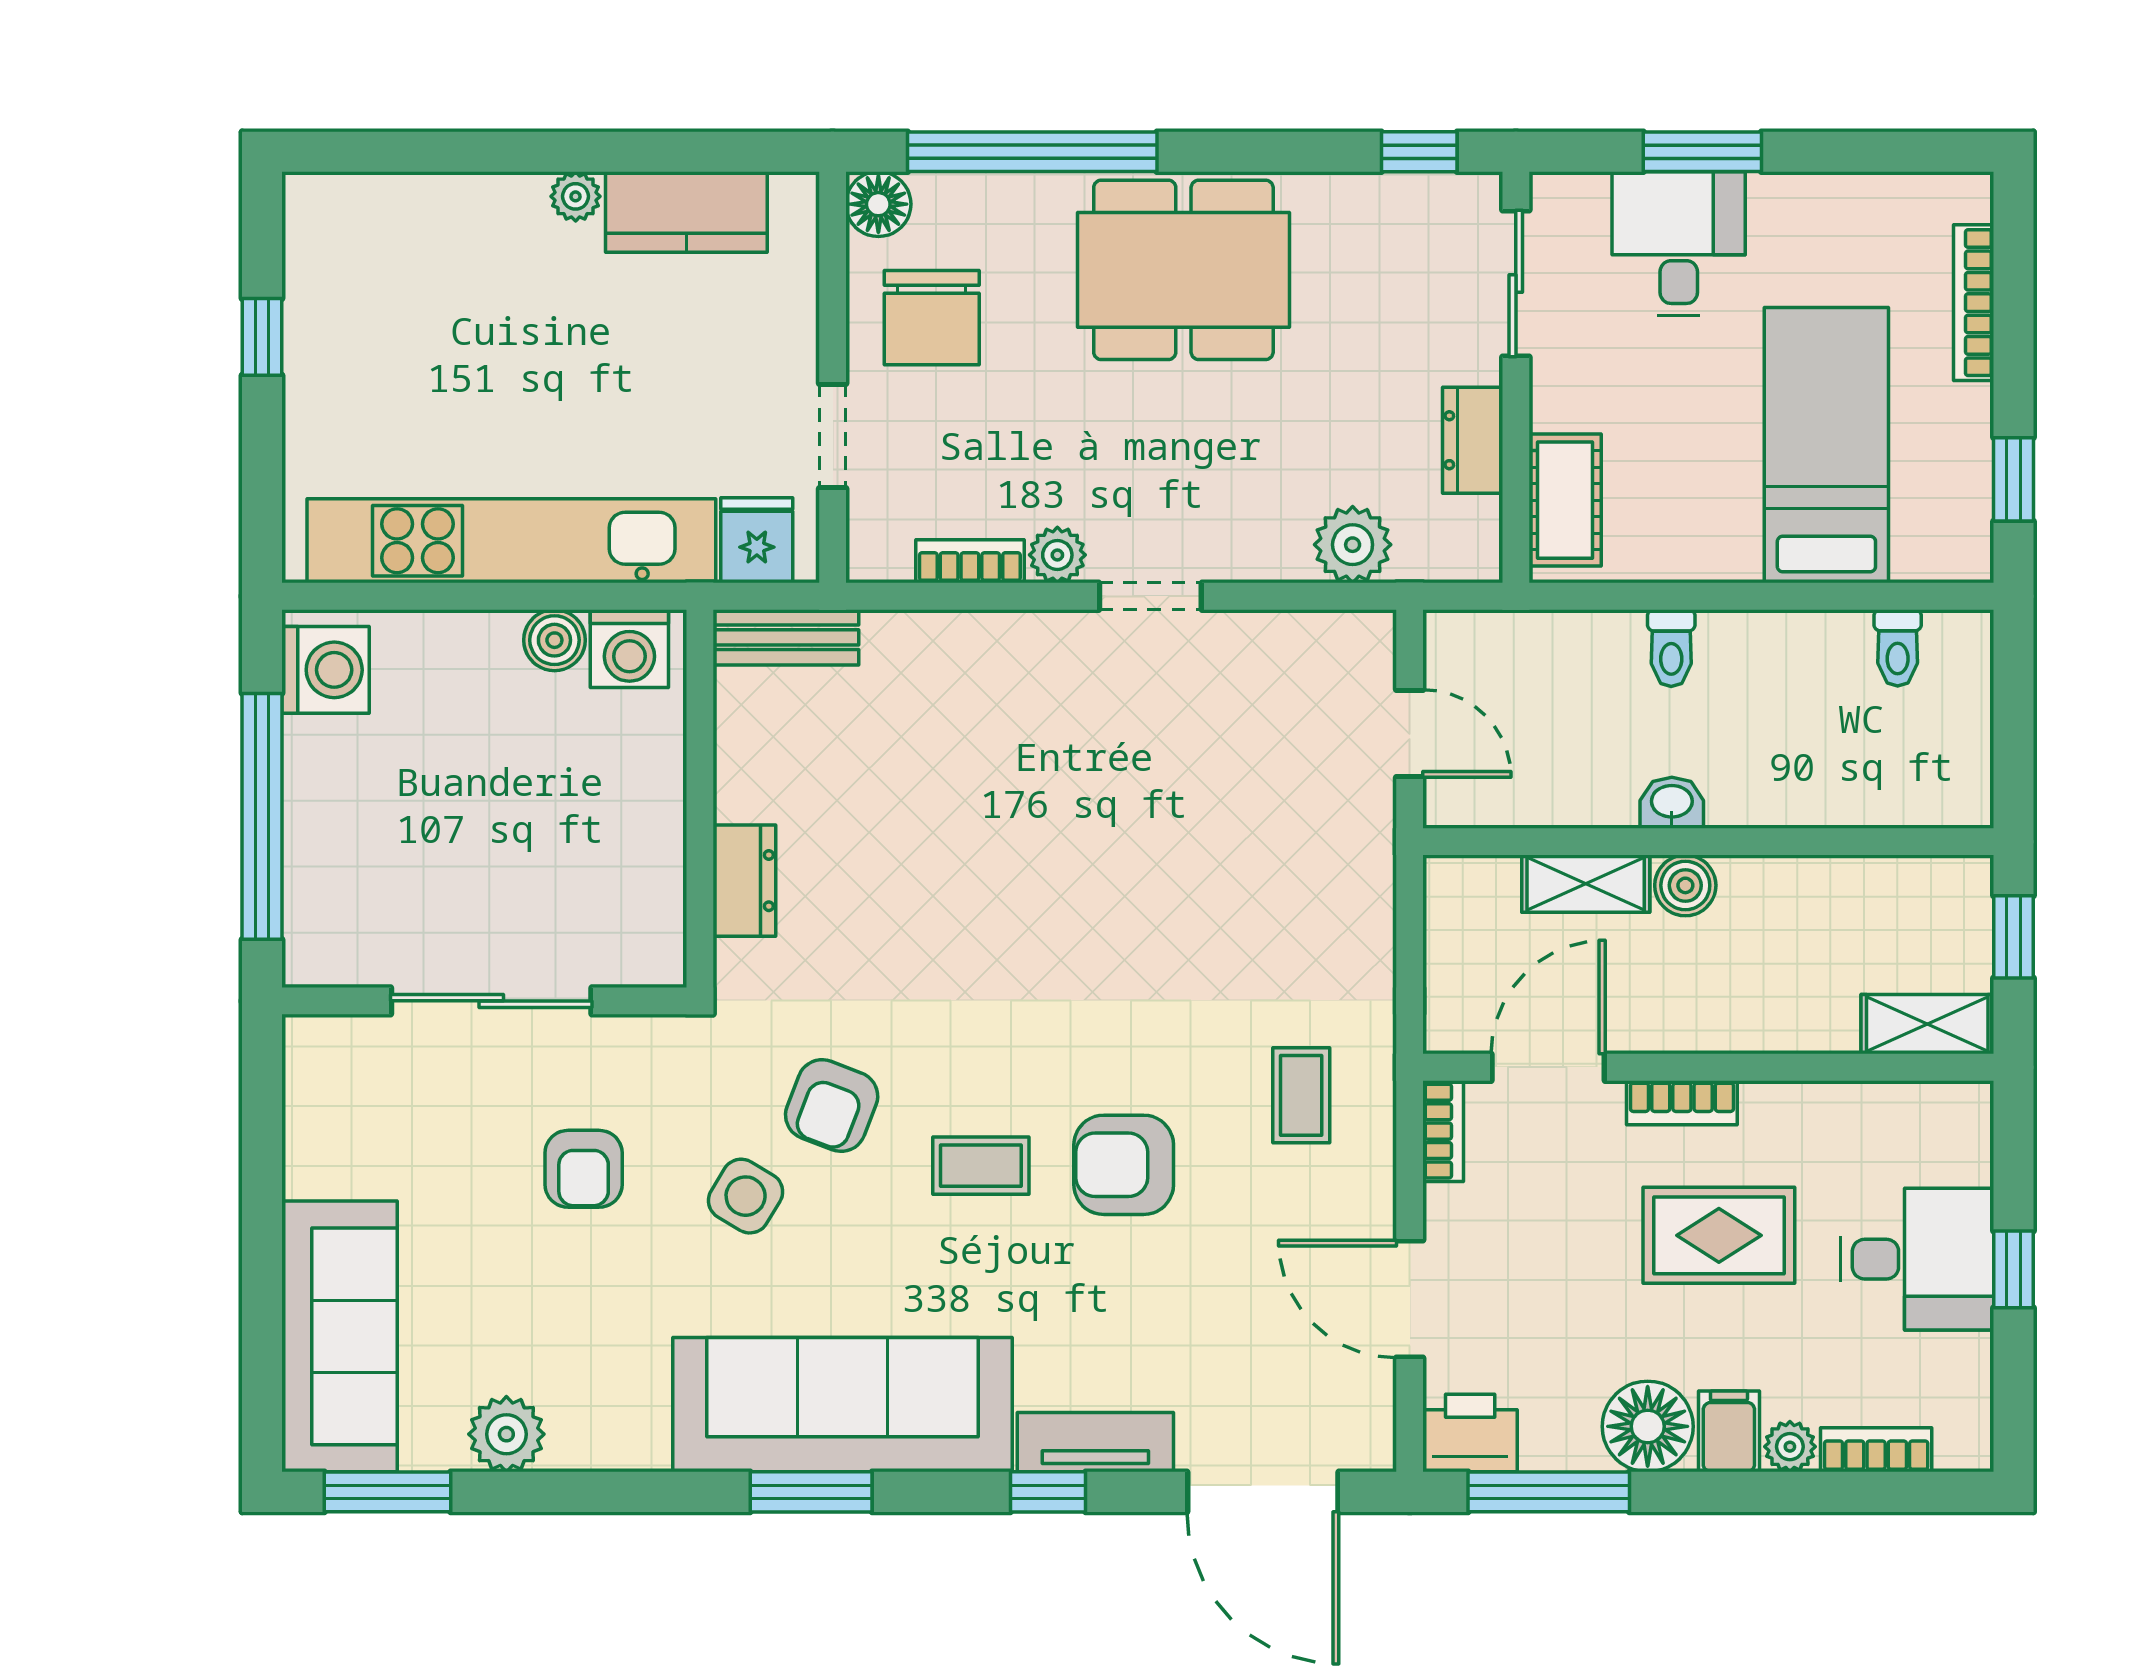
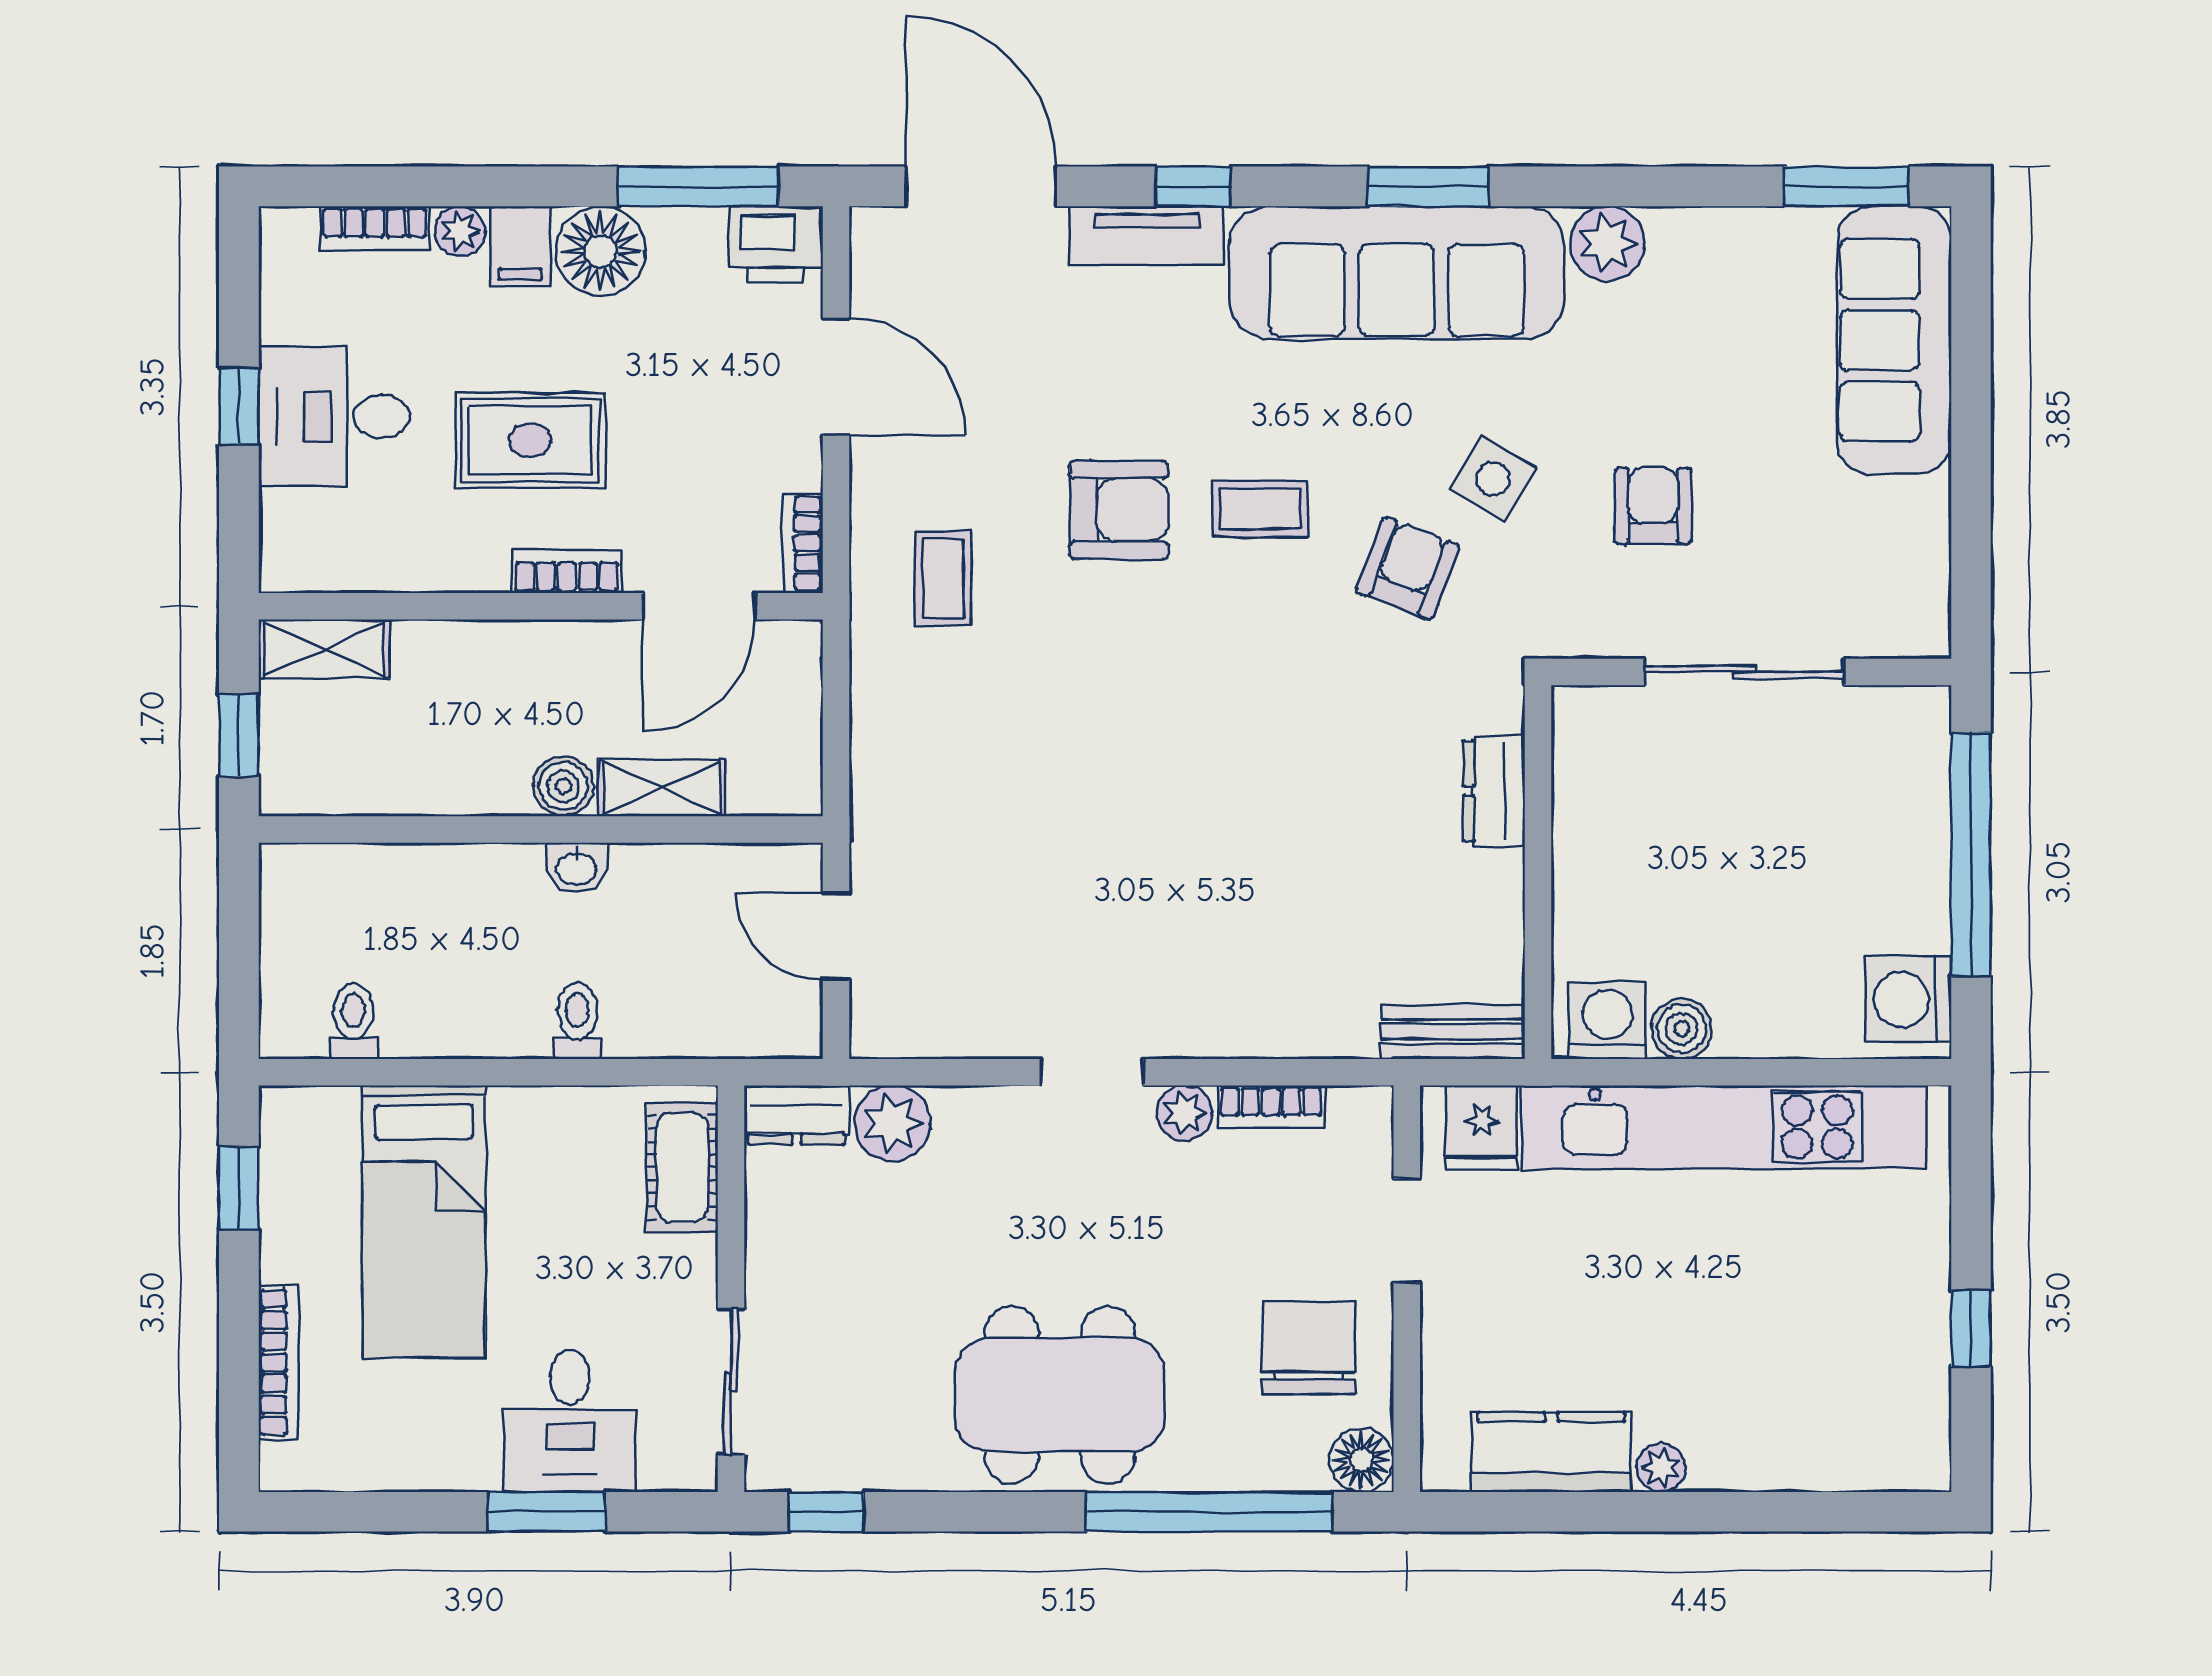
dresser: (1473, 440) -> (797, 1115), moved, turned 90
plant: (506, 1434) -> (1607, 243), moved

